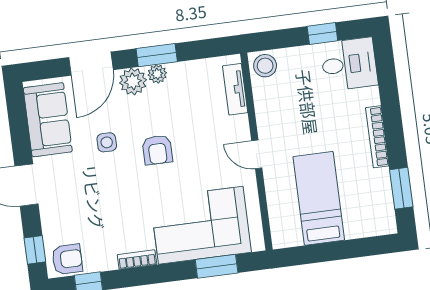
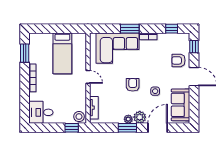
window: (322, 34) -> (72, 128), moved
armchair: (67, 259) -> (178, 60), moved
window: (217, 266) -> (130, 29), moved

